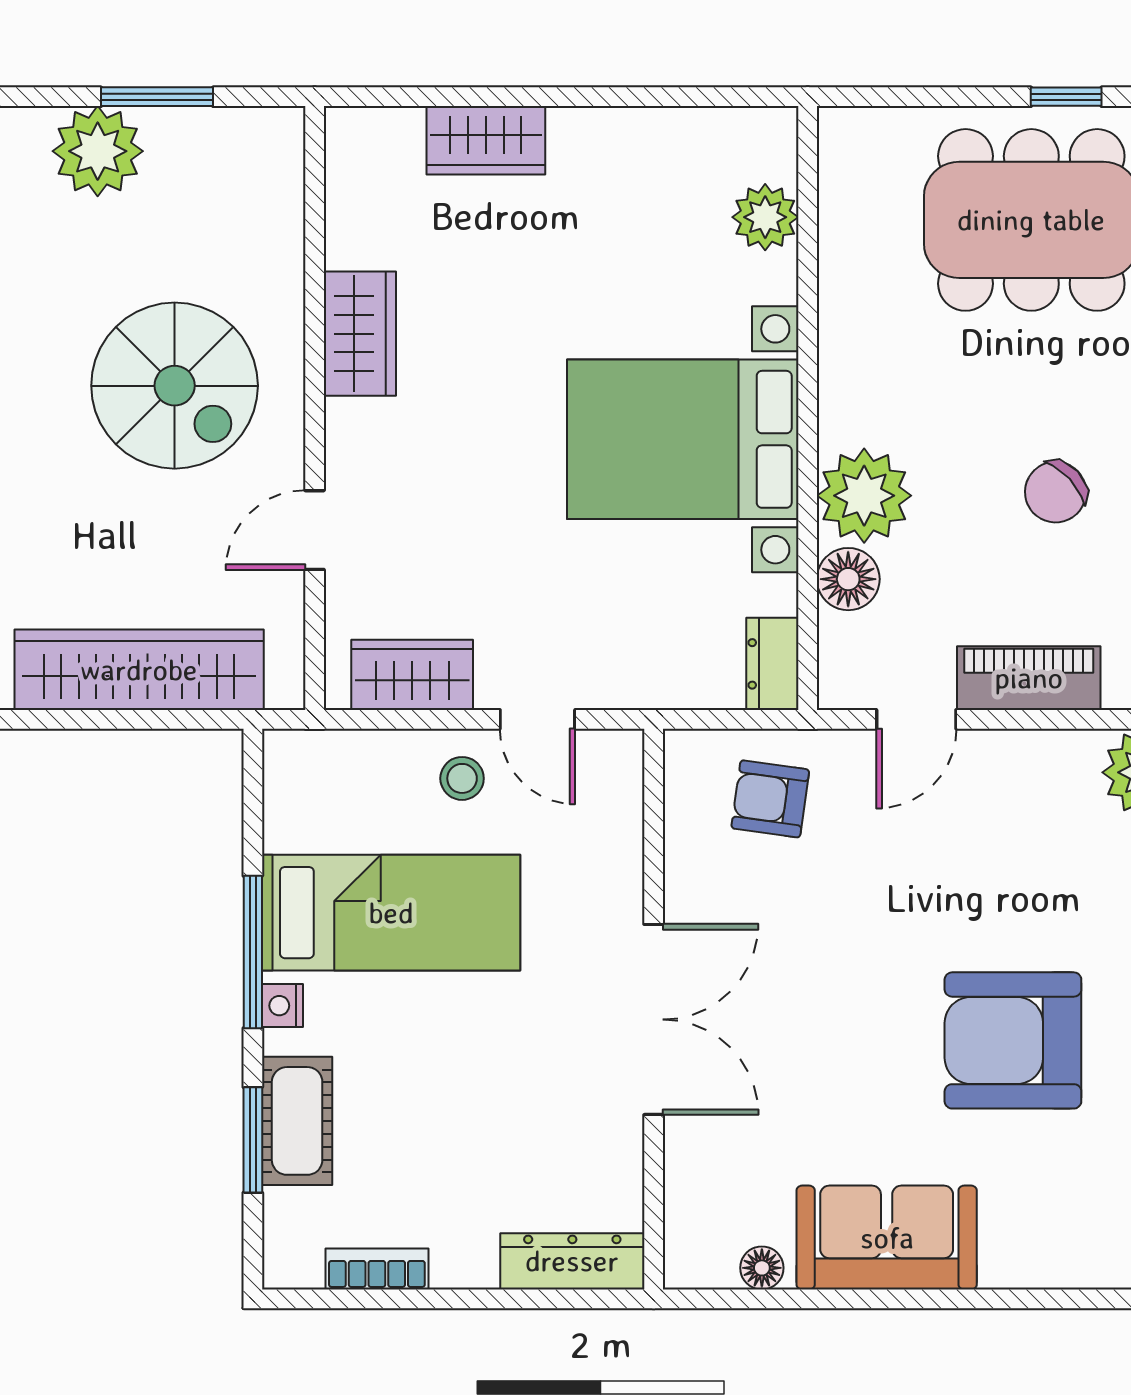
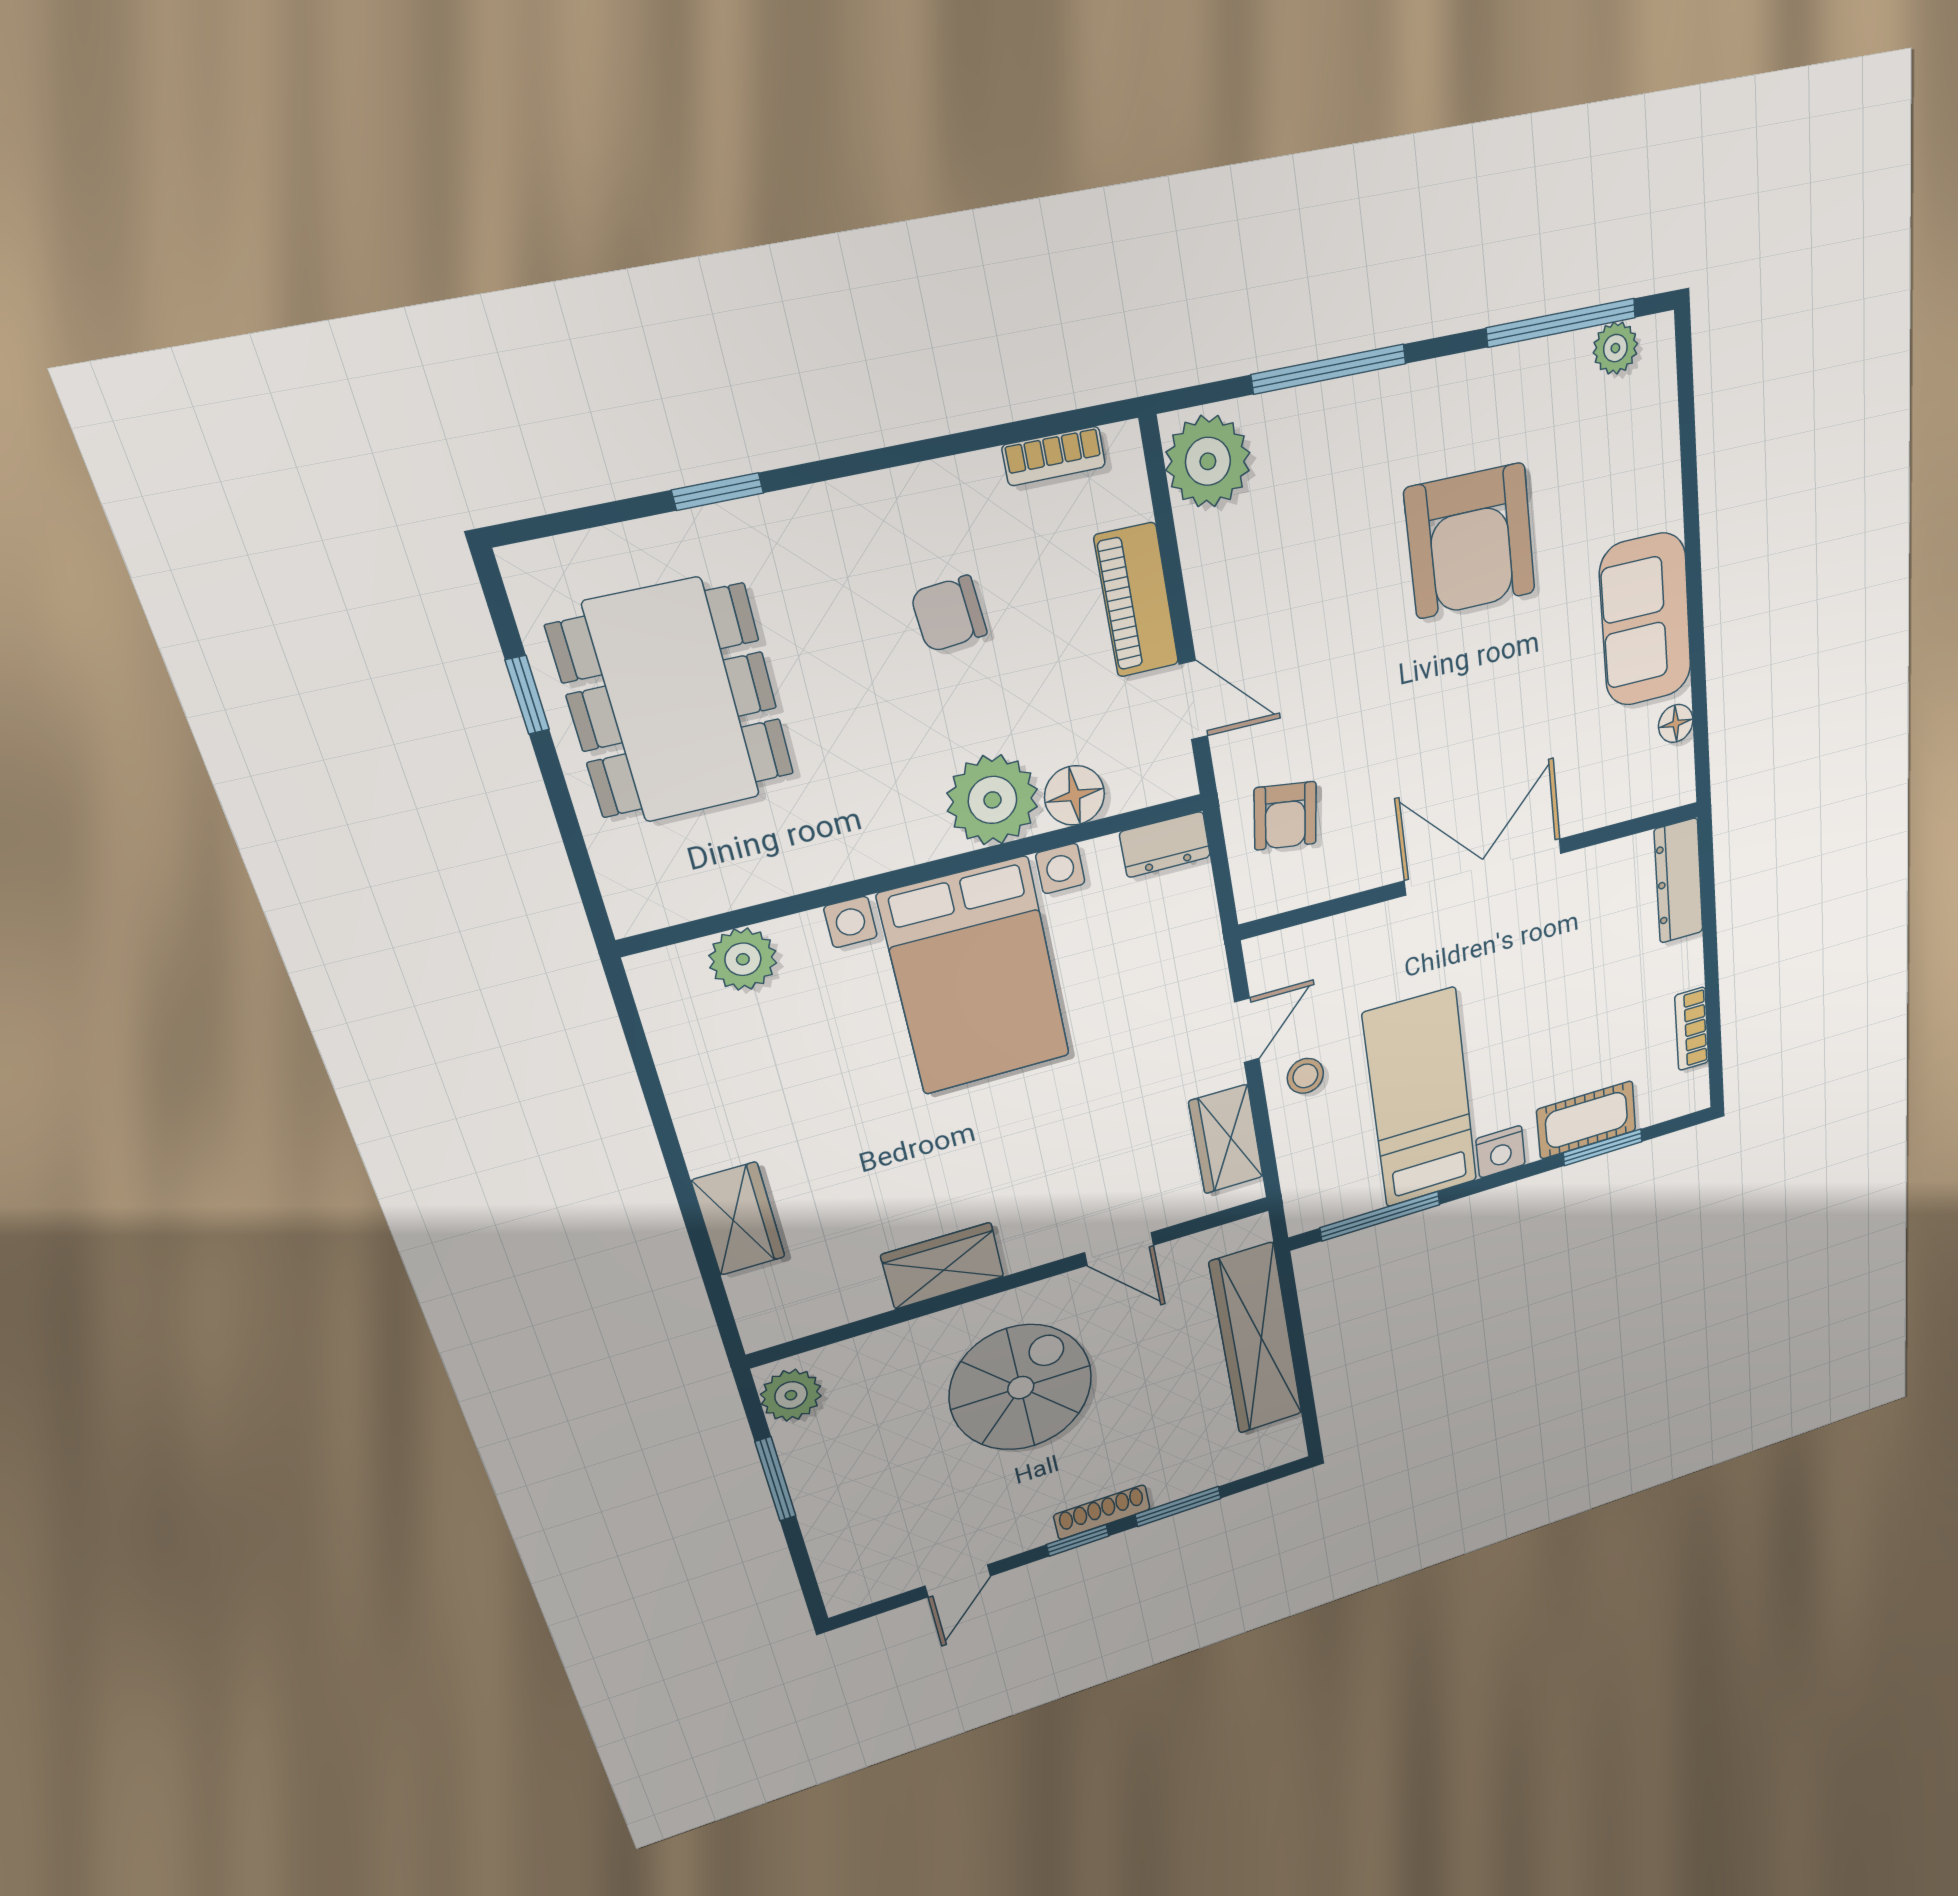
plant: (98, 151) -> (791, 1395), moved, width x0.73, depth x0.73
chair: (1056, 492) -> (949, 614), turned 128
window: (253, 952) -> (1380, 1216), moved
nightstand: (283, 1006) -> (1501, 1152), width x1.39, depth x1.35

